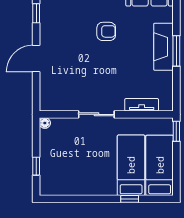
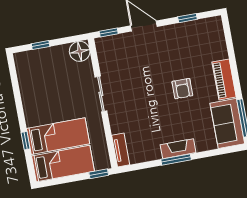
fireplace: (164, 47) -> (178, 149), width x0.73, depth x0.76
window: (36, 95) -> (109, 33), added
tv unit: (142, 105) -> (121, 150), moved
floor lamp: (45, 123) -> (80, 51), width x1.89, depth x1.89

